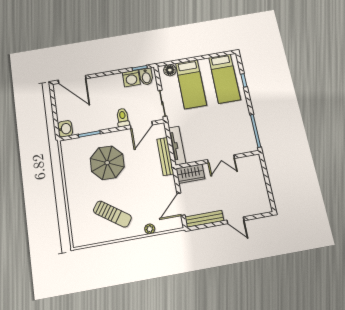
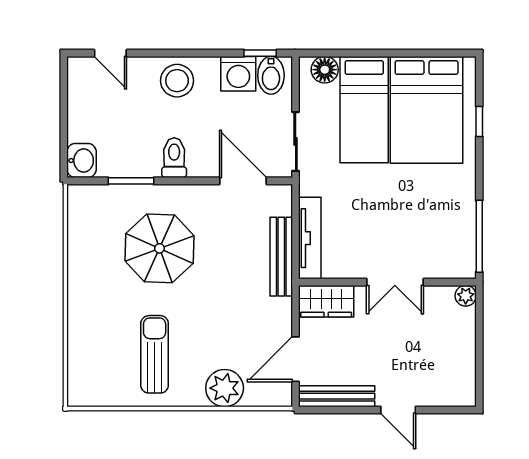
bed: (224, 78) -> (427, 110), width x1.50
door: (72, 79) -> (110, 53), width x0.53
stool: (104, 86) -> (177, 81), added
toilet: (123, 118) -> (174, 158), moved
door: (141, 125) -> (243, 181), swing flipped
plant: (256, 159) -> (466, 296), added
sun lounger: (112, 214) -> (155, 354), turned -125
plant: (150, 229) -> (225, 388), width x1.87, depth x1.87

